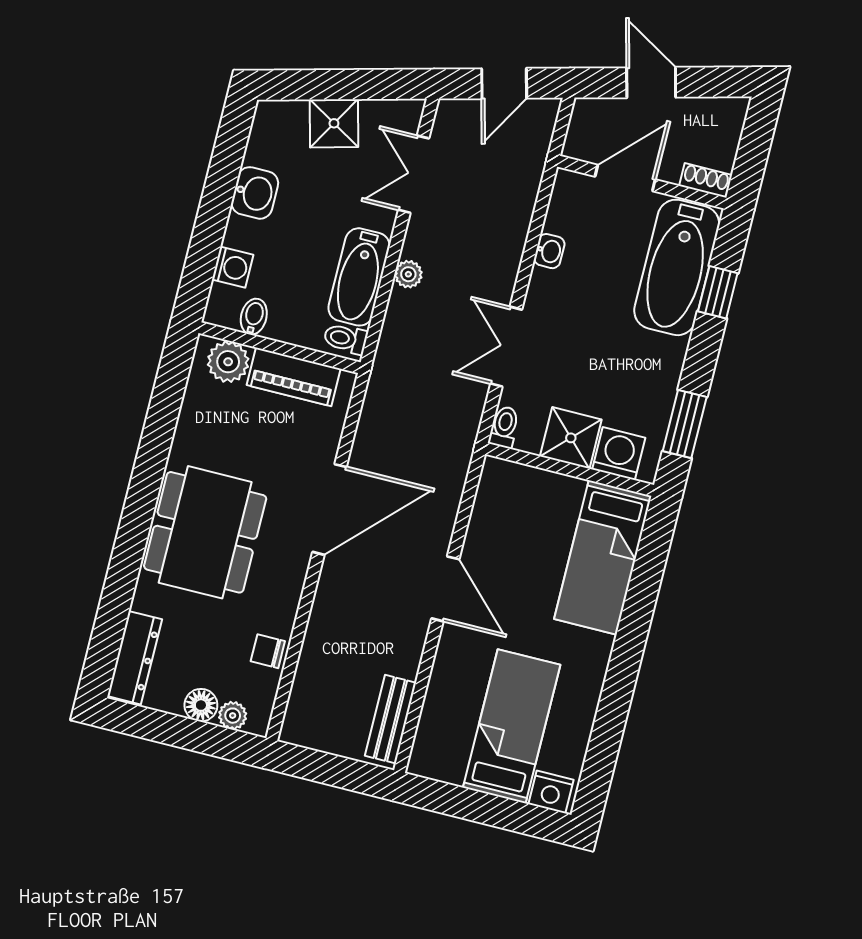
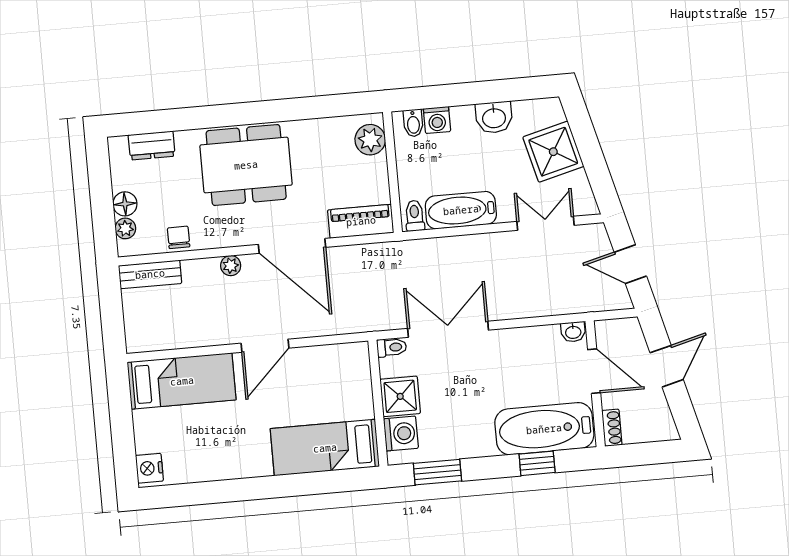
shower: (334, 123) -> (553, 152), width x1.36, depth x1.36
washbasin: (549, 251) -> (573, 332), moved
plant: (408, 274) -> (231, 266), moved
bidet: (254, 317) -> (413, 123), moved, turned 90
double door: (506, 347) -> (448, 329), width x1.37
piano: (294, 377) -> (361, 221), moved, turned 90
dresser: (135, 658) -> (152, 145), width x0.70
bench: (390, 719) -> (150, 274), moved
bed: (512, 726) -> (182, 381), moved

